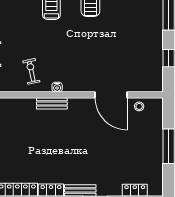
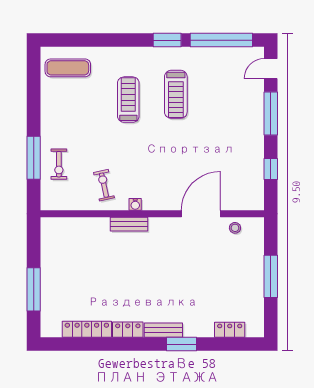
door: (111, 95) -> (201, 214), swing flipped

